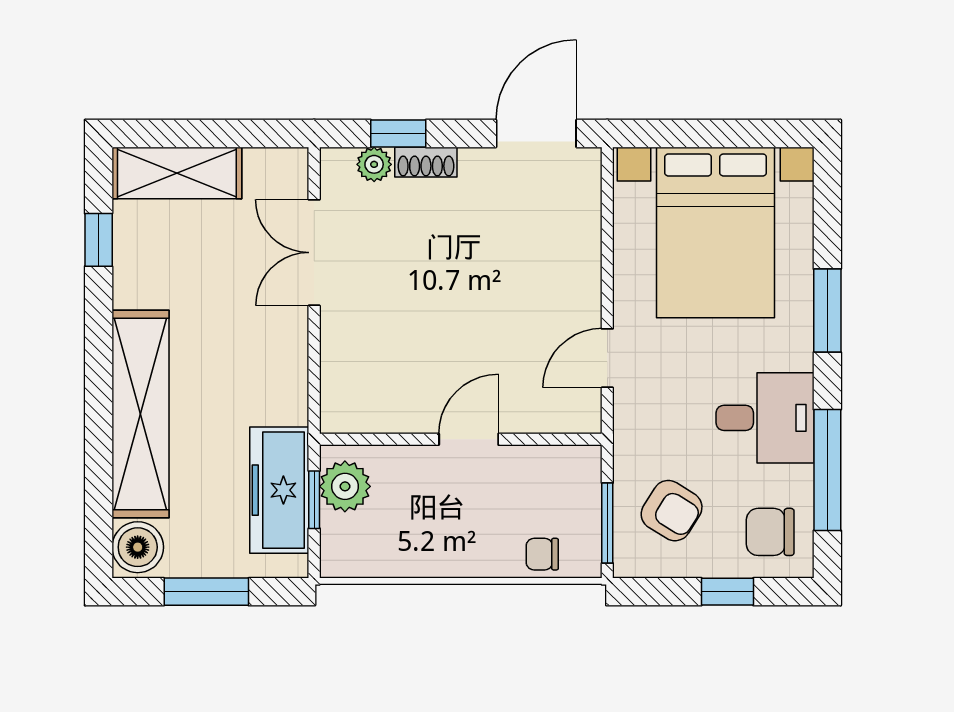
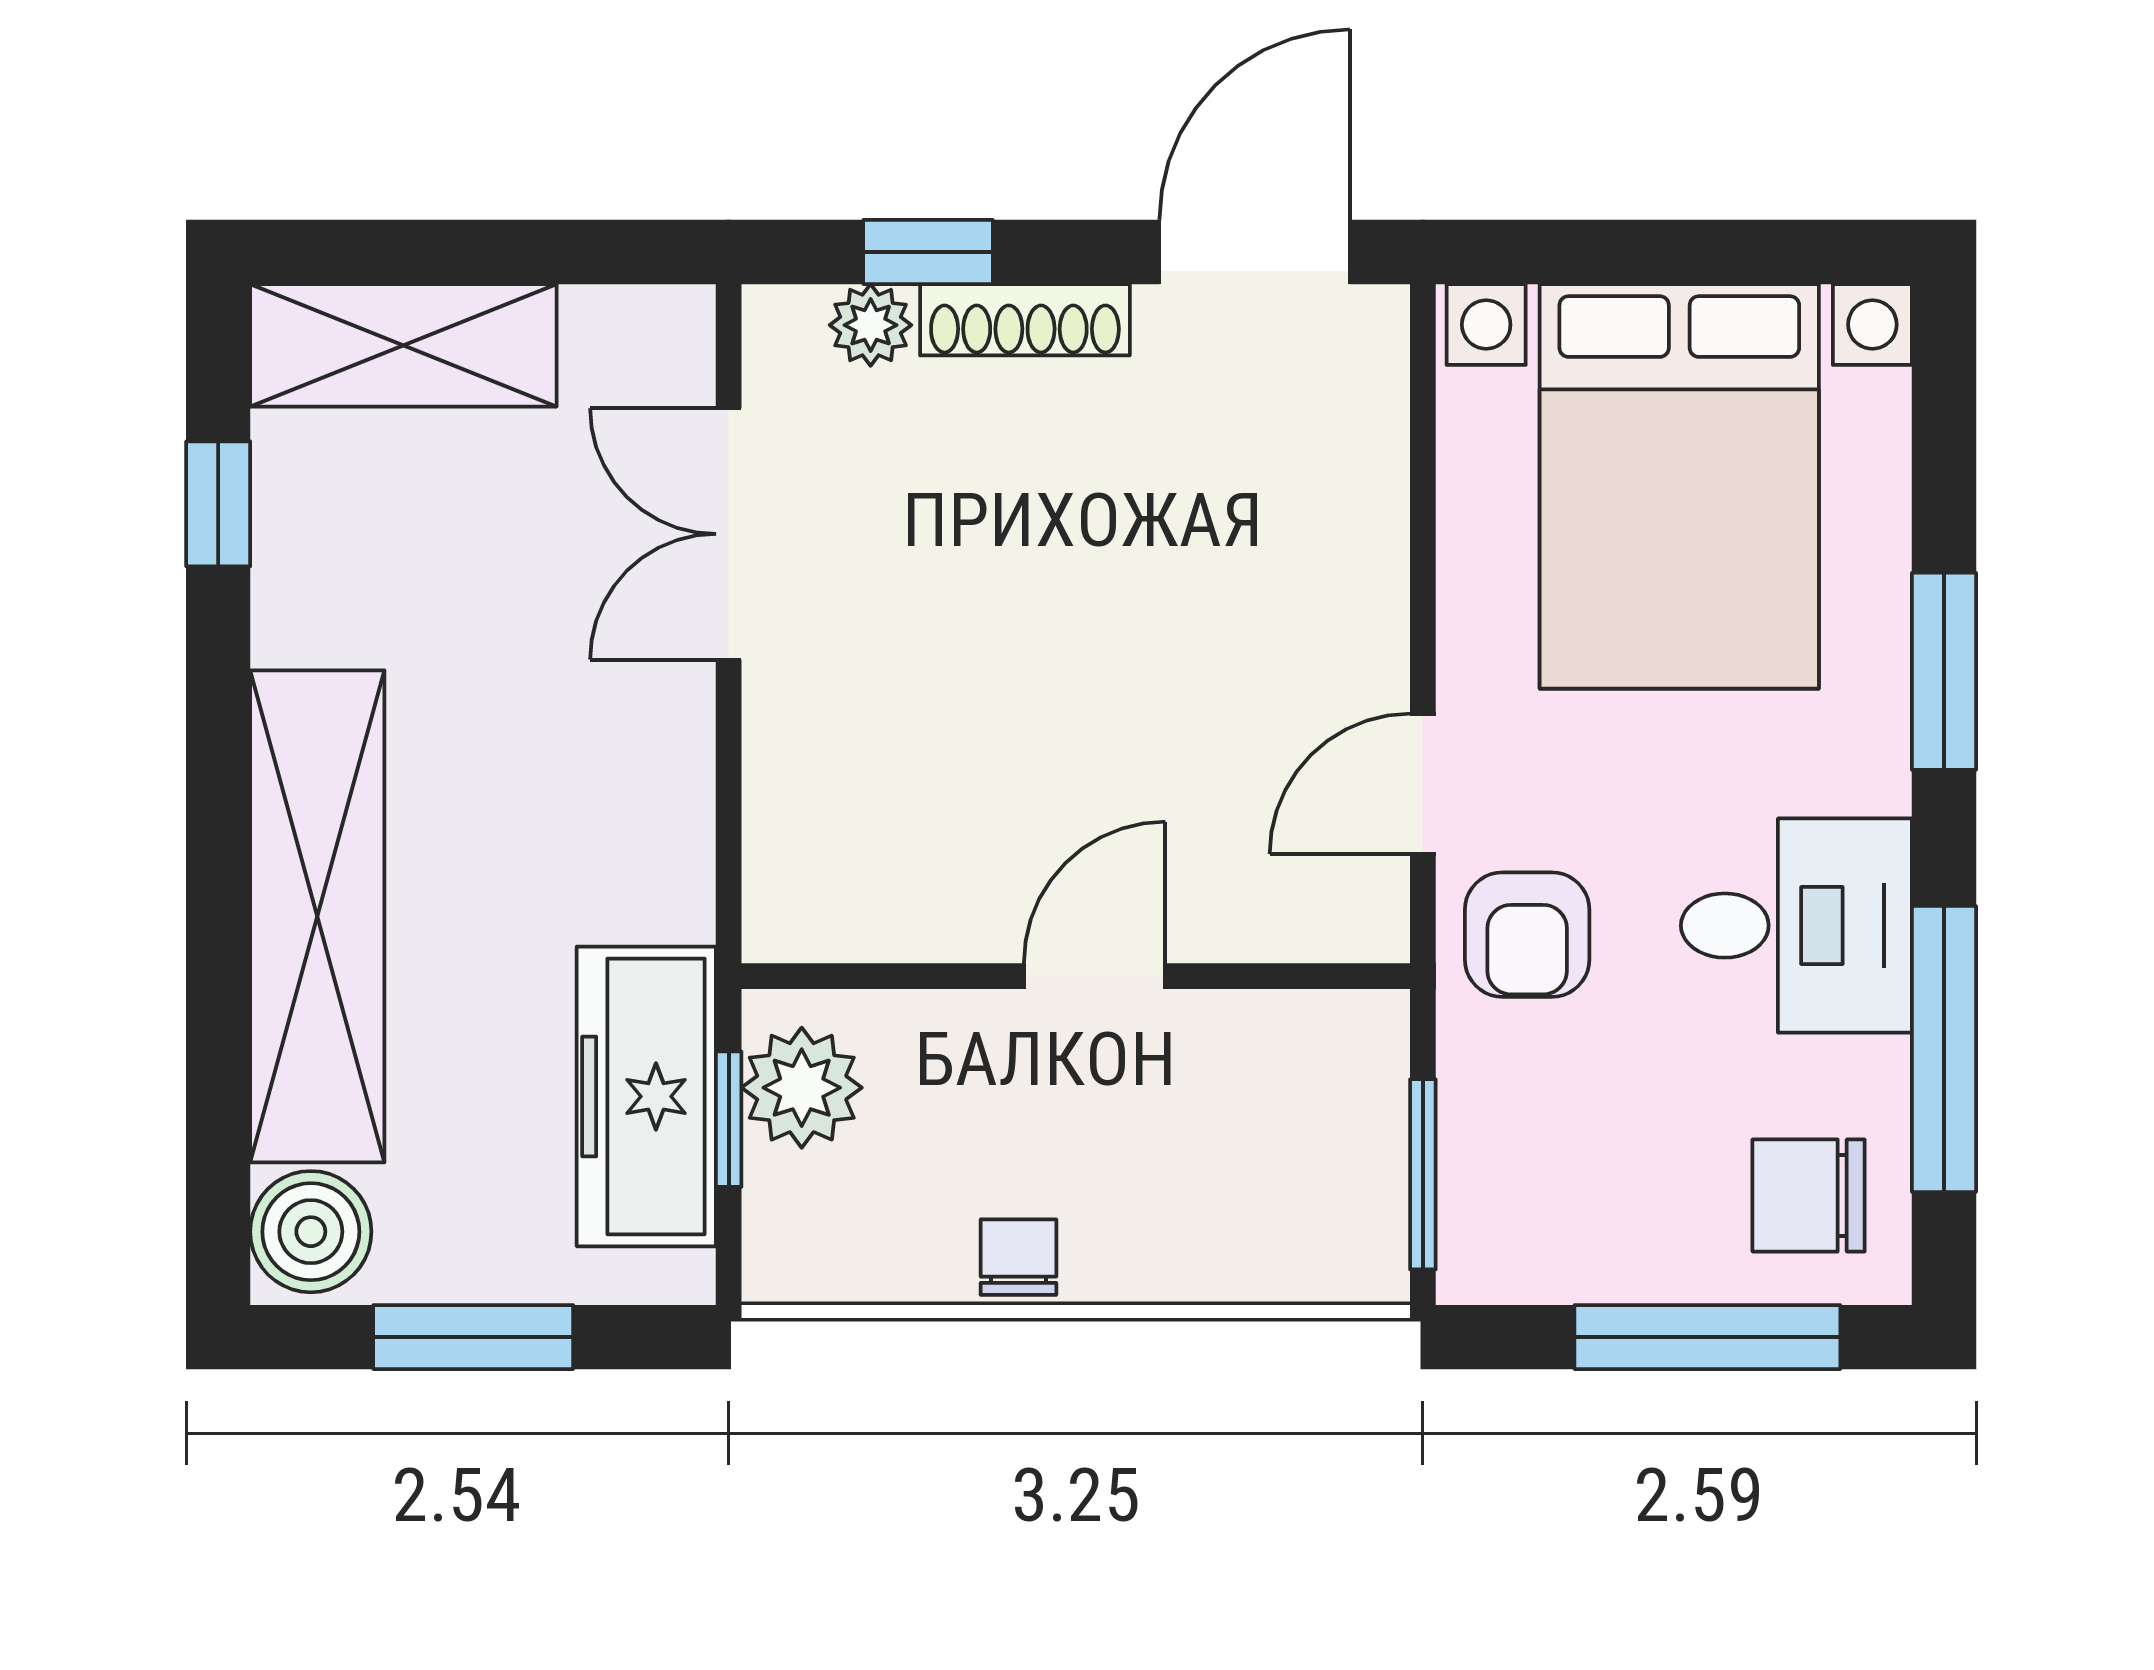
shoe rack: (426, 162) -> (1025, 320), width x1.43
armchair: (672, 511) -> (1527, 935), moved, turned 58
chair: (542, 554) -> (1018, 1257), moved, turned 90
window: (727, 592) -> (1707, 1337), width x2.17

